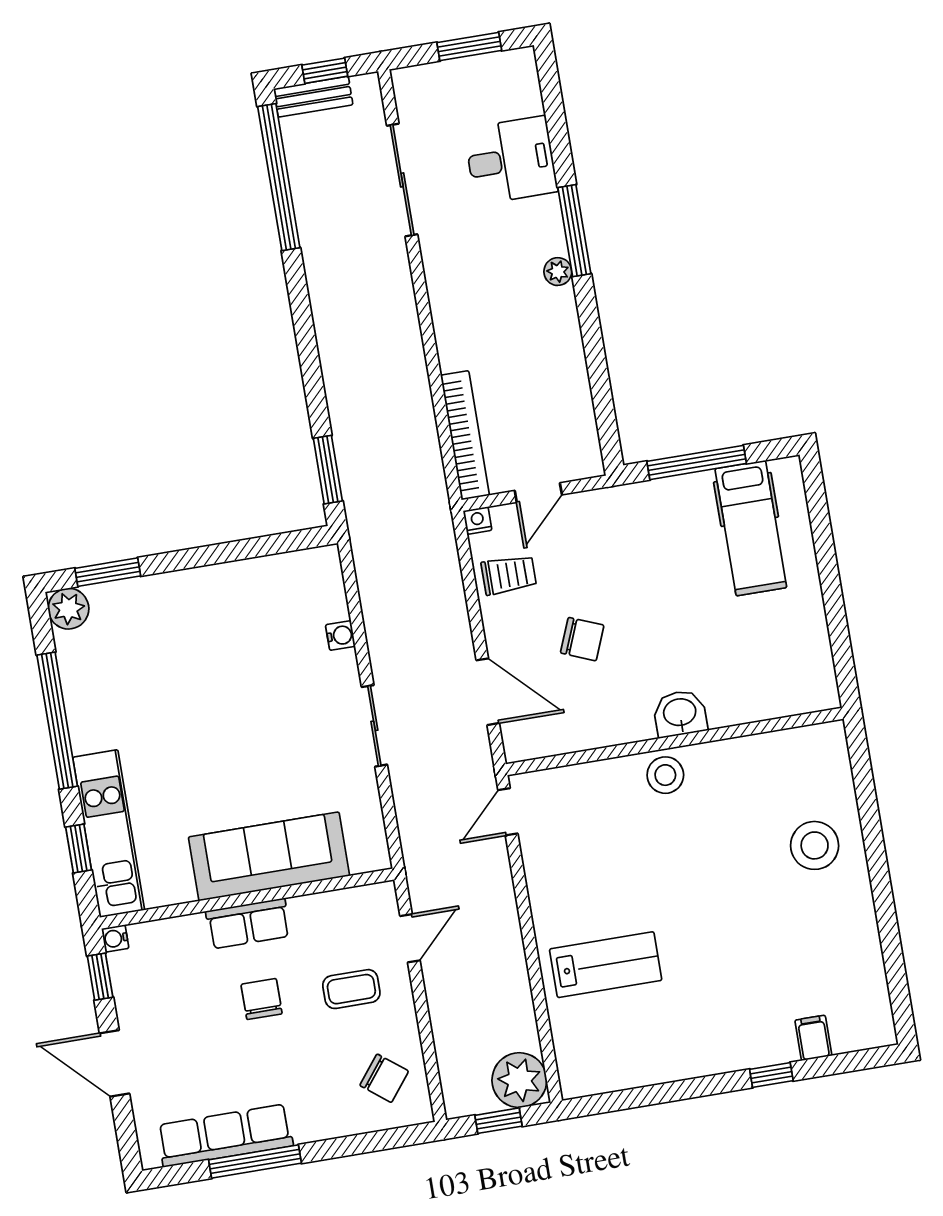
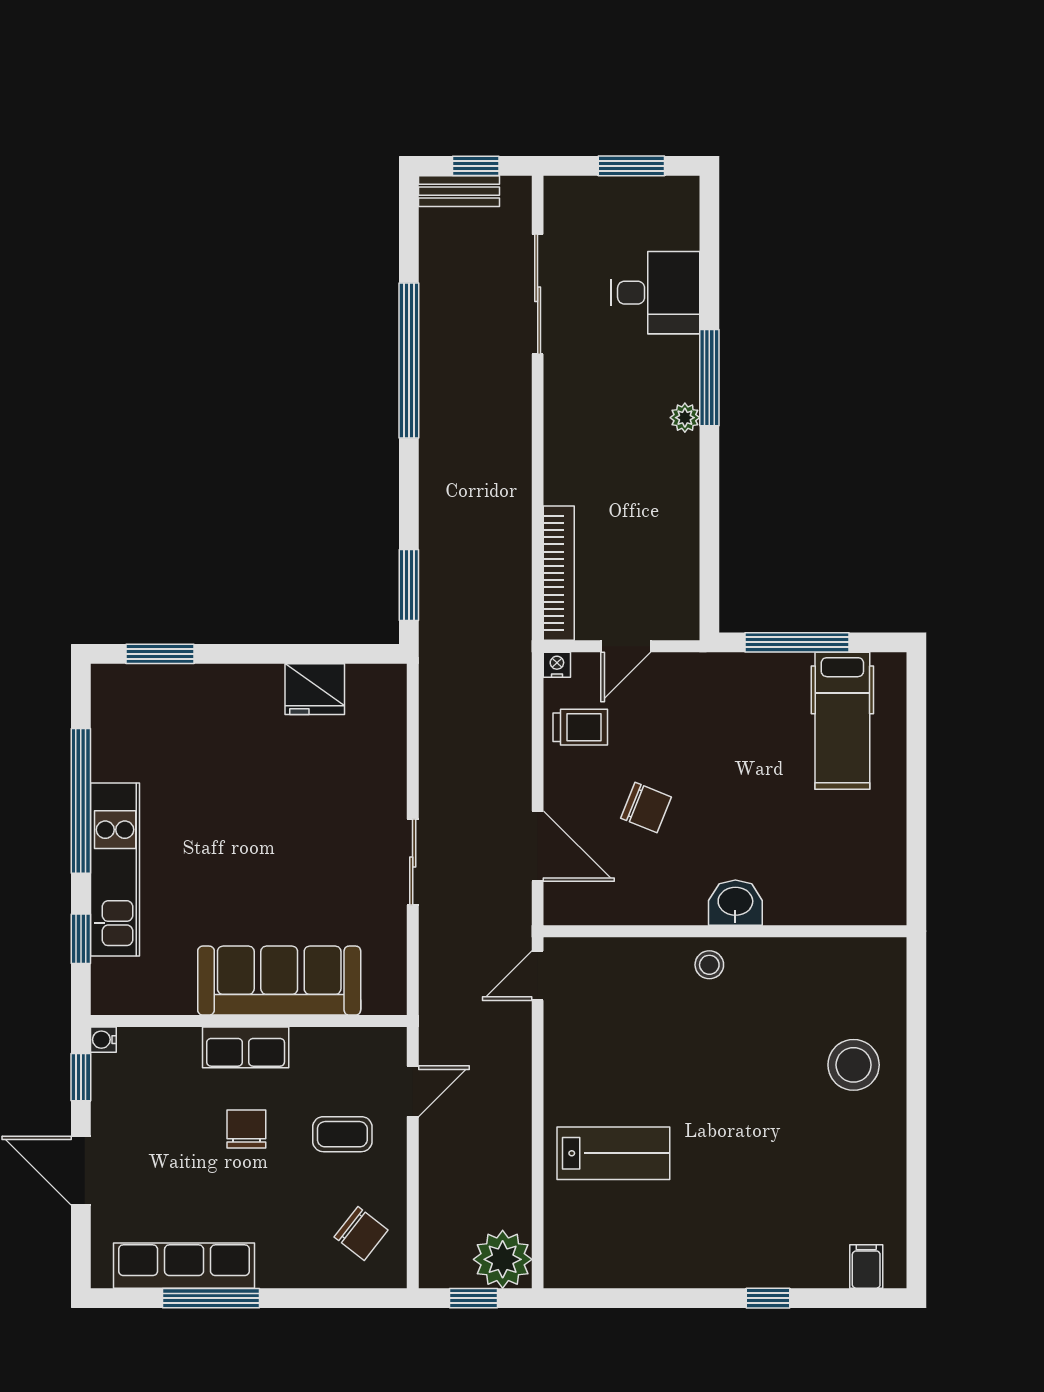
window: (279, 177) -> (409, 360), moved
fridge: (257, 581) -> (315, 689), added
plant: (68, 609) -> (112, 685), removed
water cooler: (340, 635) -> (393, 761), removed
stool: (665, 775) -> (709, 965), width x0.73, depth x0.73
kitchen unit: (109, 834) -> (115, 869), moved
filing cabinet: (813, 1038) -> (866, 1267), moved

